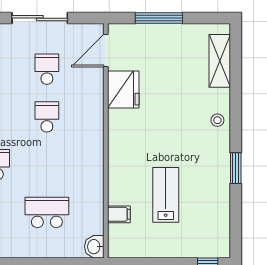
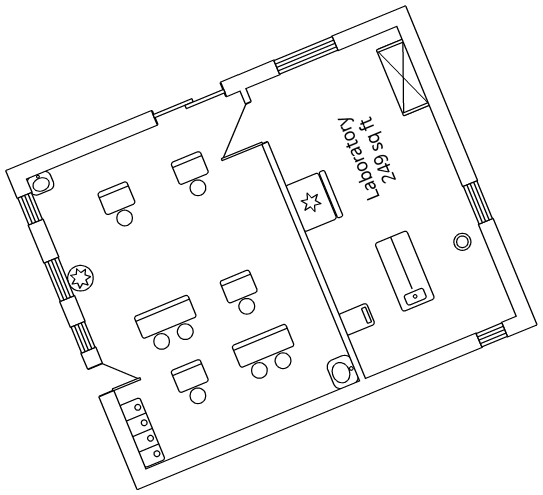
sliding door: (40, 18) -> (189, 104), moved
fridge: (123, 89) -> (314, 201), moved
school desk: (47, 117) -> (242, 295), moved
stool: (217, 120) -> (462, 242), moved

